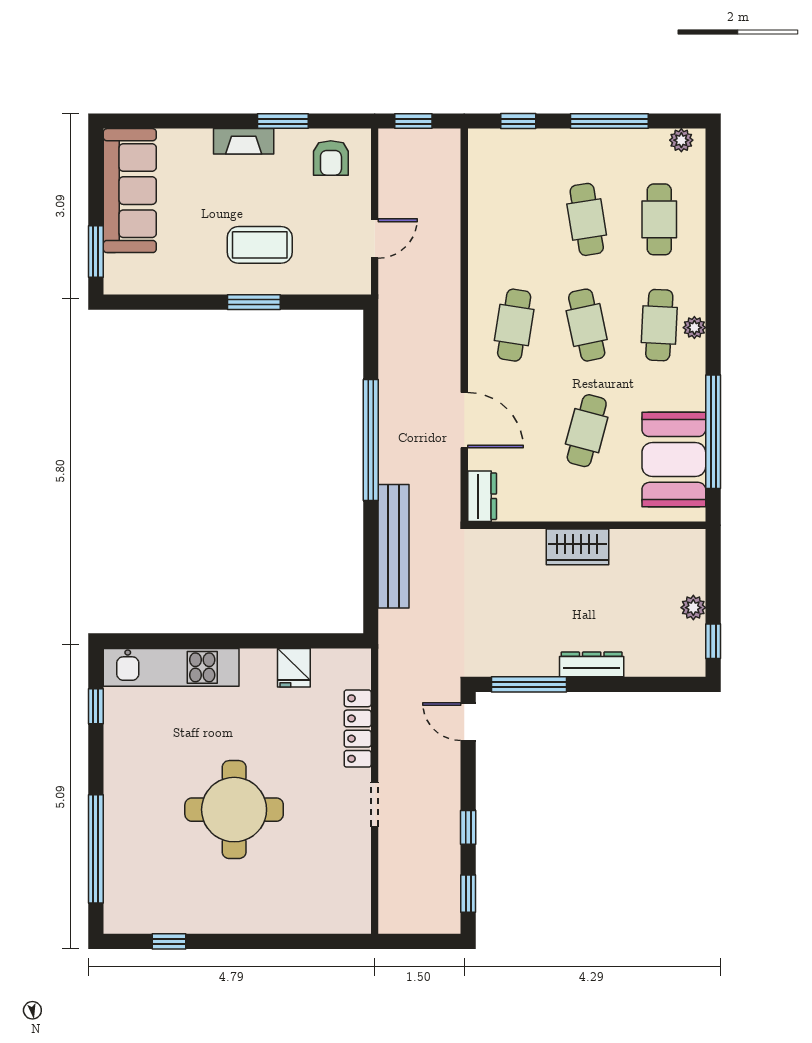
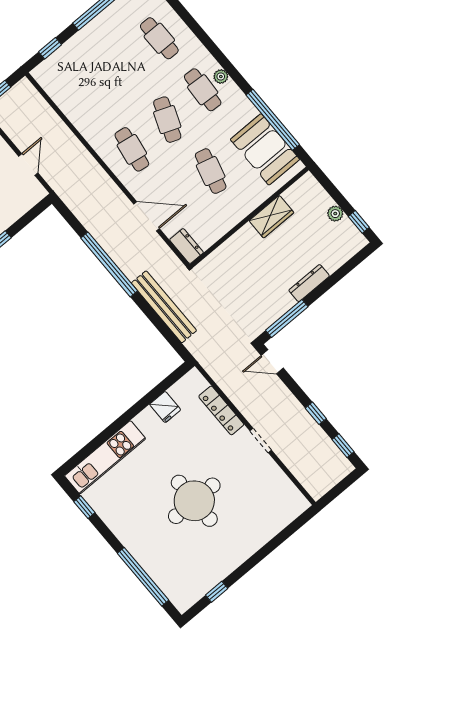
cafe table: (587, 219) -> (124, 68), removed
cafe table: (587, 325) -> (167, 120), turned 33
wardrobe: (577, 547) -> (271, 217), moved

